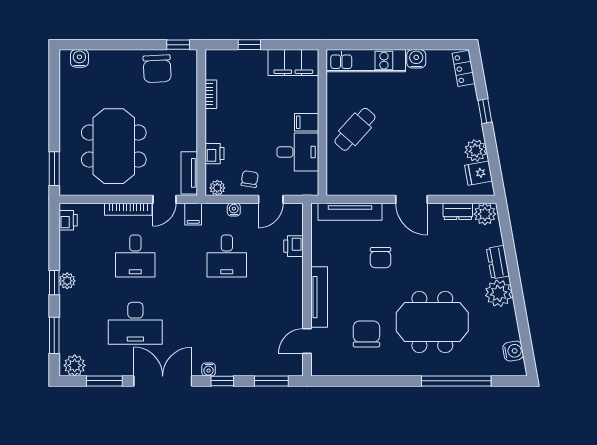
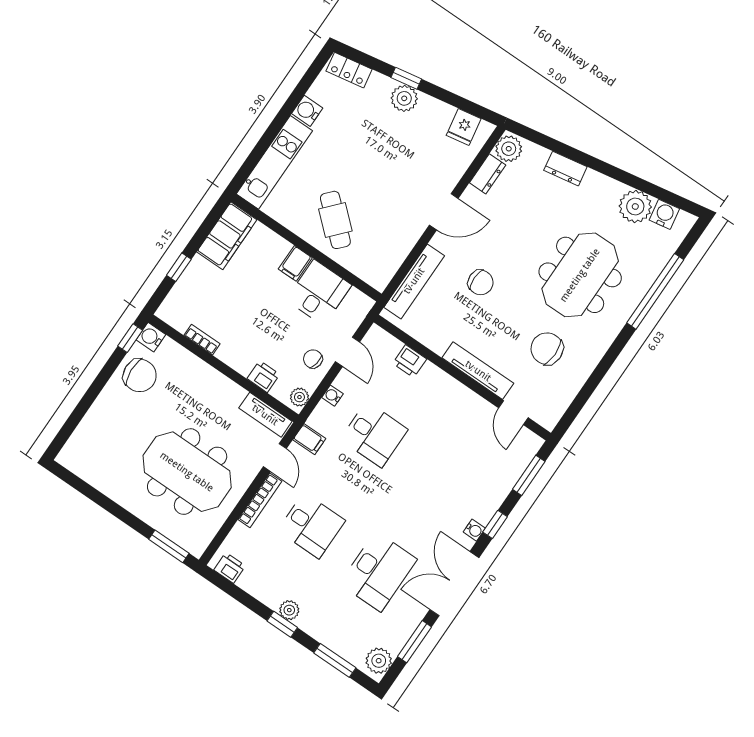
water cooler: (79, 58) -> (151, 337), moved
plant: (476, 150) -> (404, 98), moved
plant: (499, 293) -> (635, 207), moved

